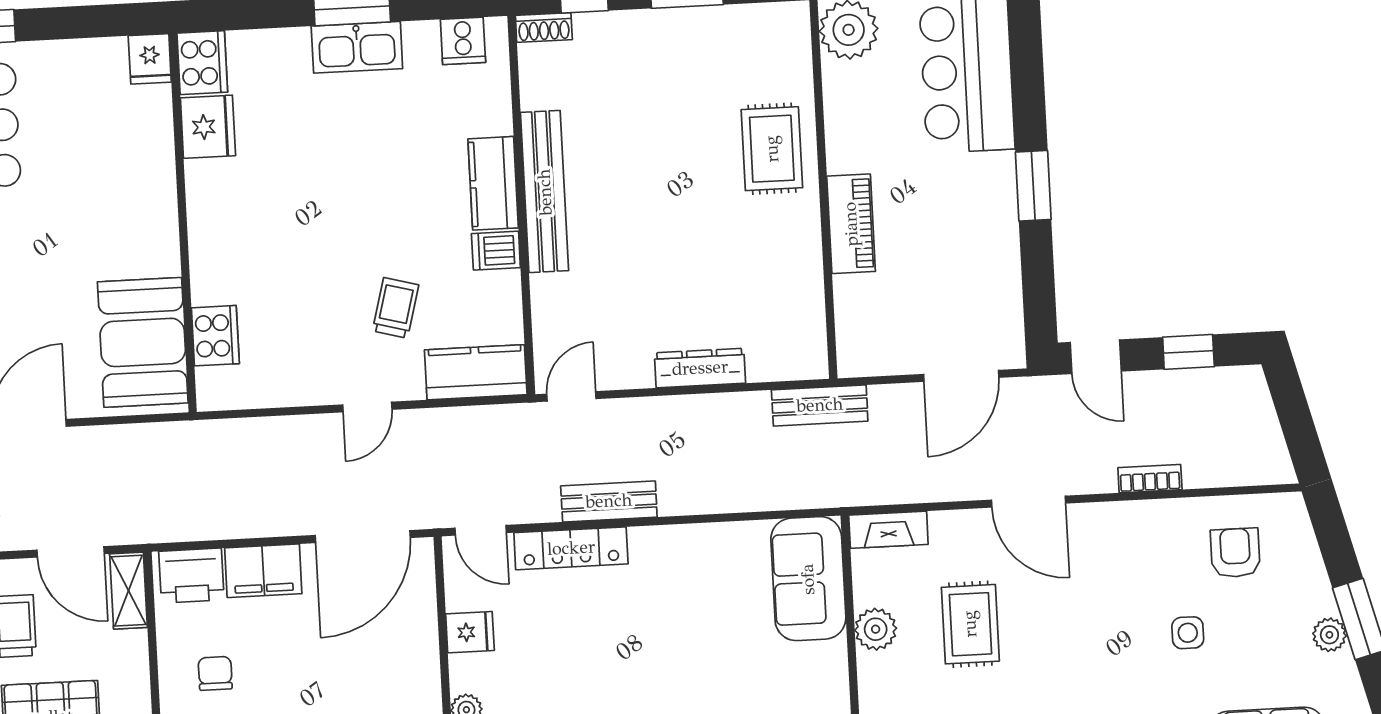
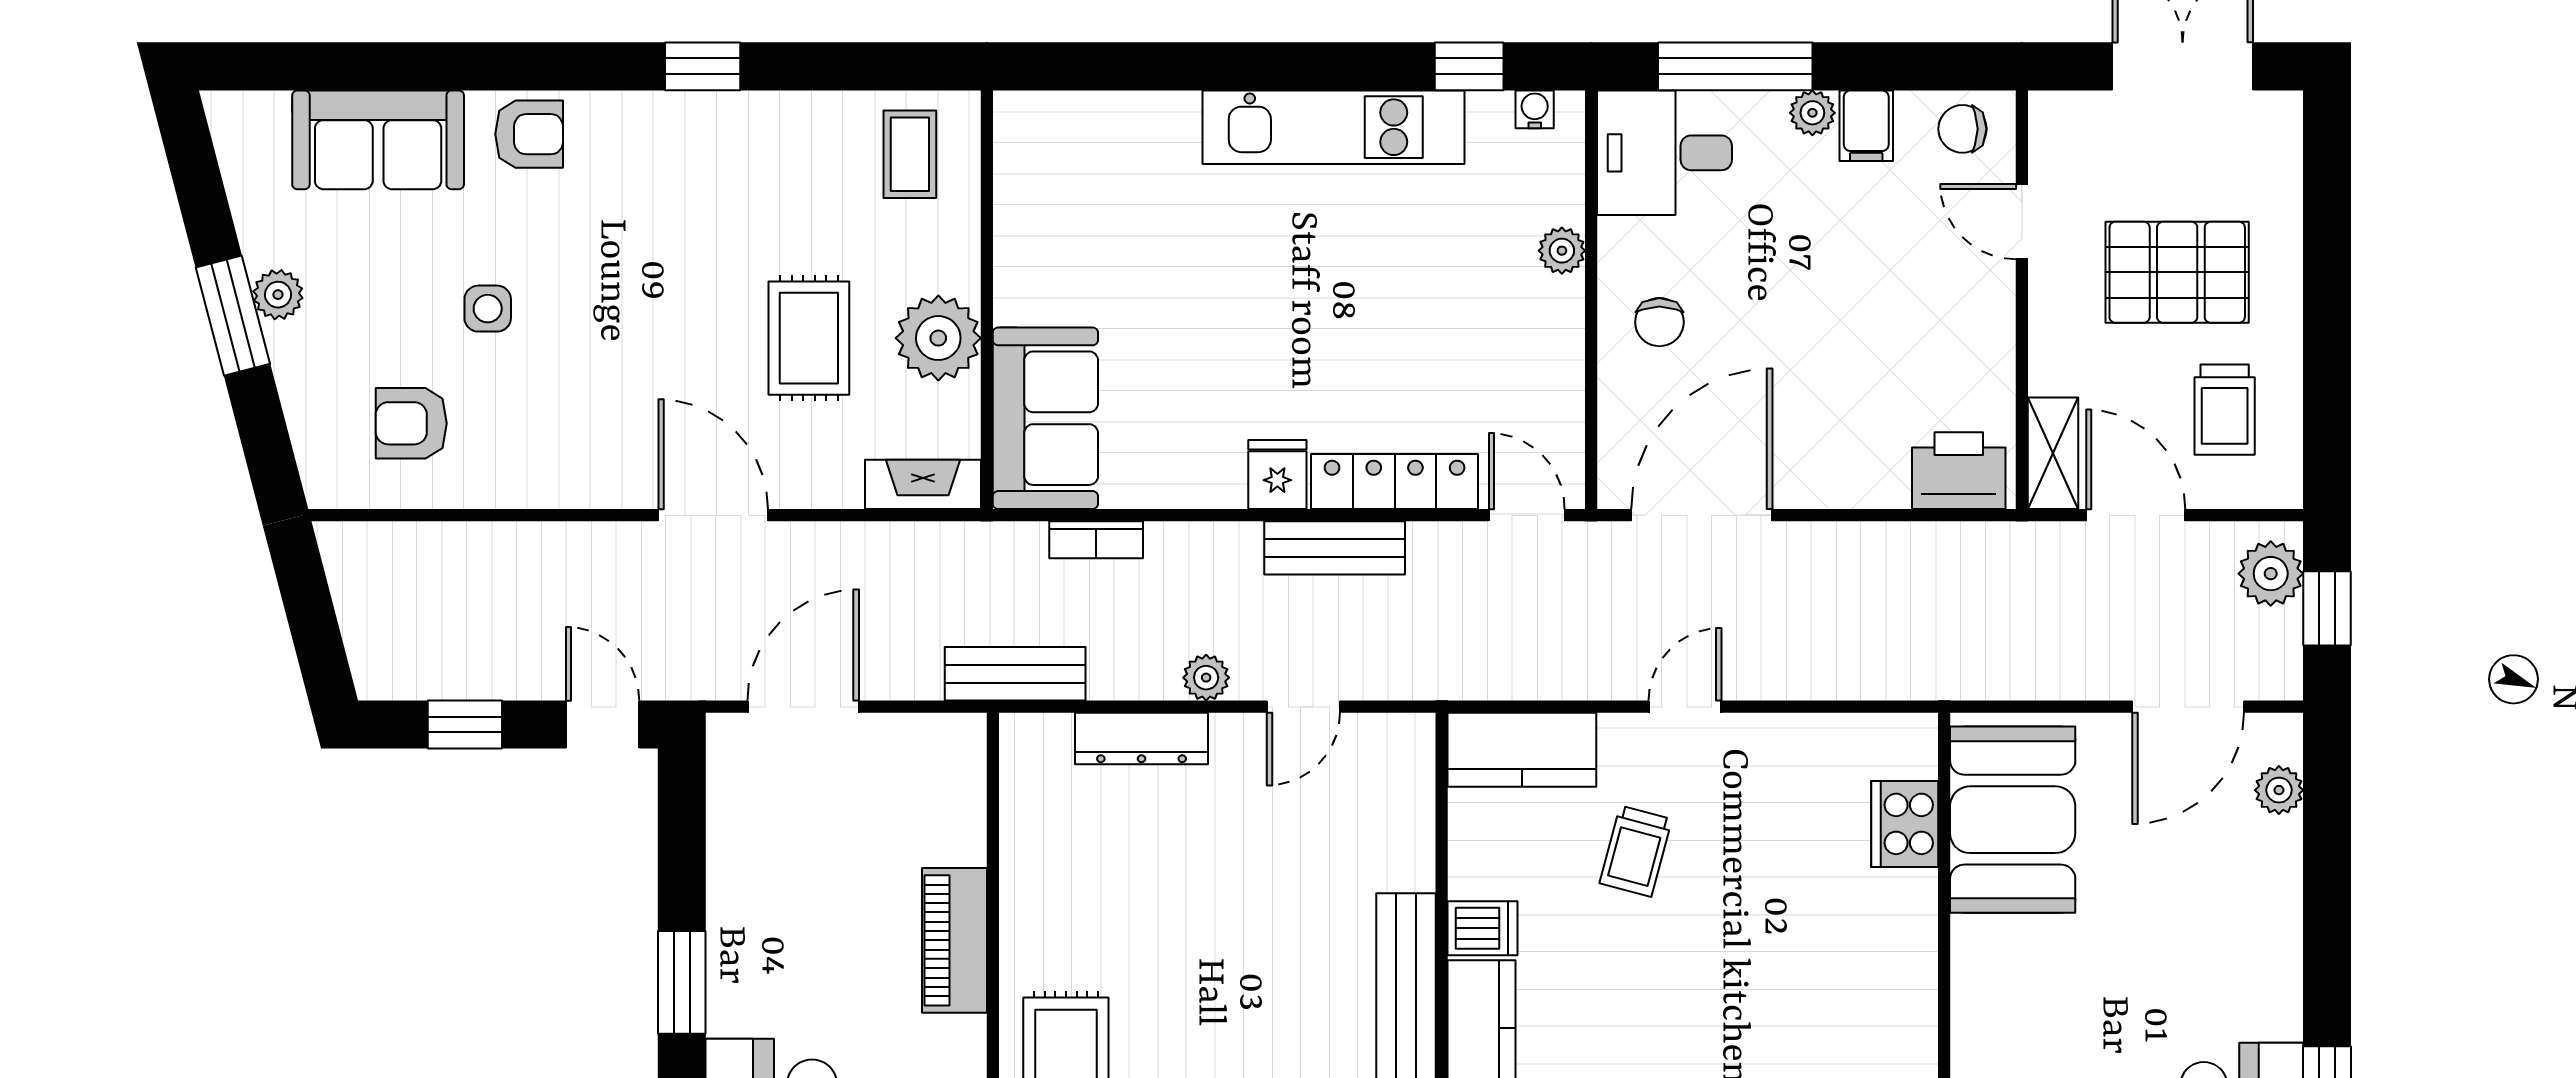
dresser: (700, 368) -> (1142, 738), moved
door: (571, 396) -> (1303, 707), moved
plant: (691, 410) -> (1206, 678), added
bookcase: (1150, 479) -> (1096, 540), moved
armchair: (1235, 553) -> (411, 423), turned 90
filing cabinet: (263, 571) -> (1852, 472), removed
plant: (876, 629) -> (938, 338), width x1.36, depth x1.36
fridge: (470, 632) -> (1277, 475), moved, turned 90
chair: (215, 673) -> (1659, 322), moved

